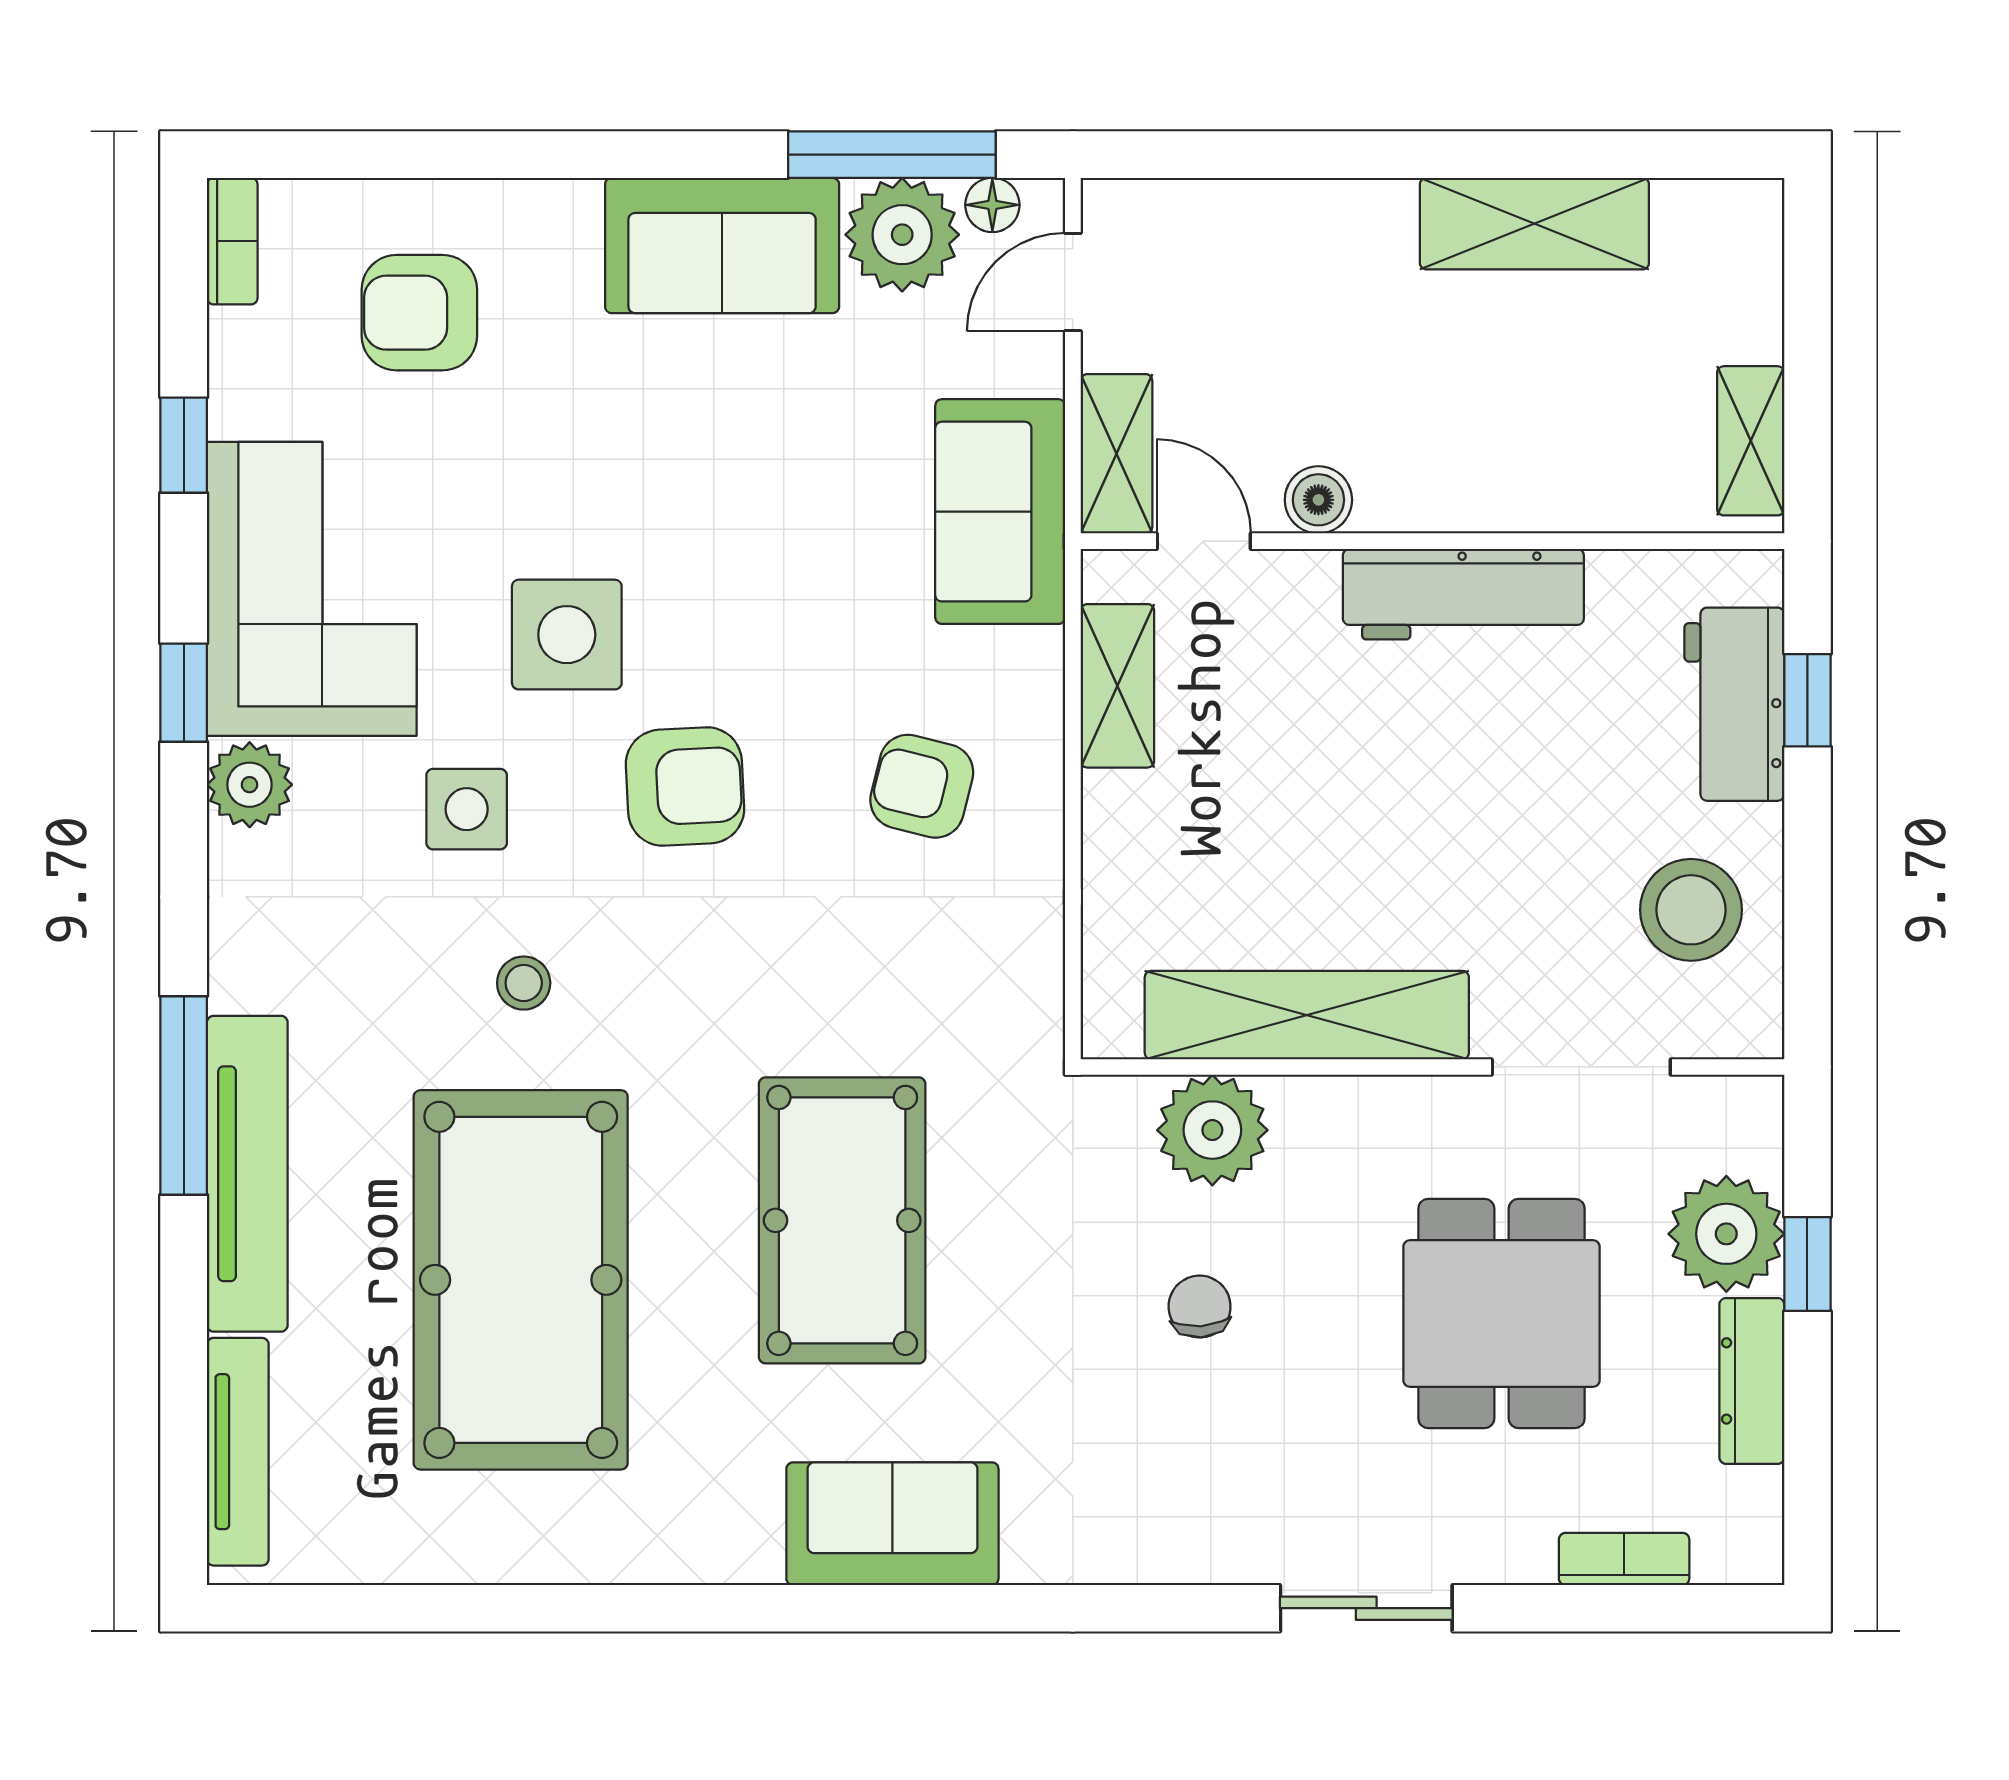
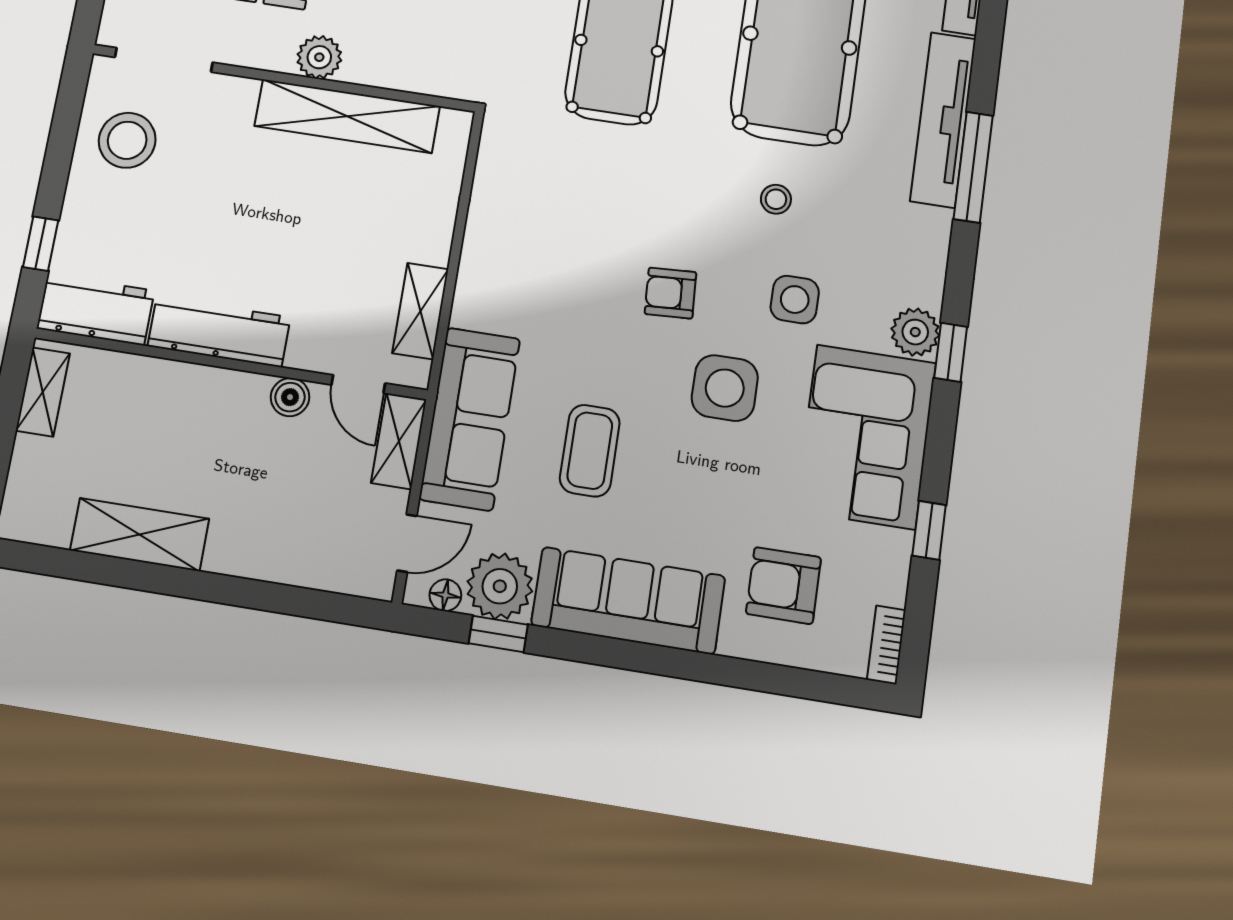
window: (892, 155) -> (498, 634), width x0.46
sofa: (722, 245) -> (628, 601), width x1.36
armchair: (419, 313) -> (783, 585), turned 180
coffee table: (784, 489) -> (590, 451), added
sofa: (1000, 512) -> (470, 419), width x1.36
window: (184, 693) -> (951, 352), moved
workbench: (1734, 704) -> (96, 310), moved, turned -90
armchair: (922, 786) -> (538, 273), removed
armchair: (685, 787) -> (671, 293), width x0.72, depth x0.72
doorway: (1581, 1067) -> (164, 60), moved
plant: (1212, 1130) -> (319, 57), moved, width x0.73, depth x0.73

